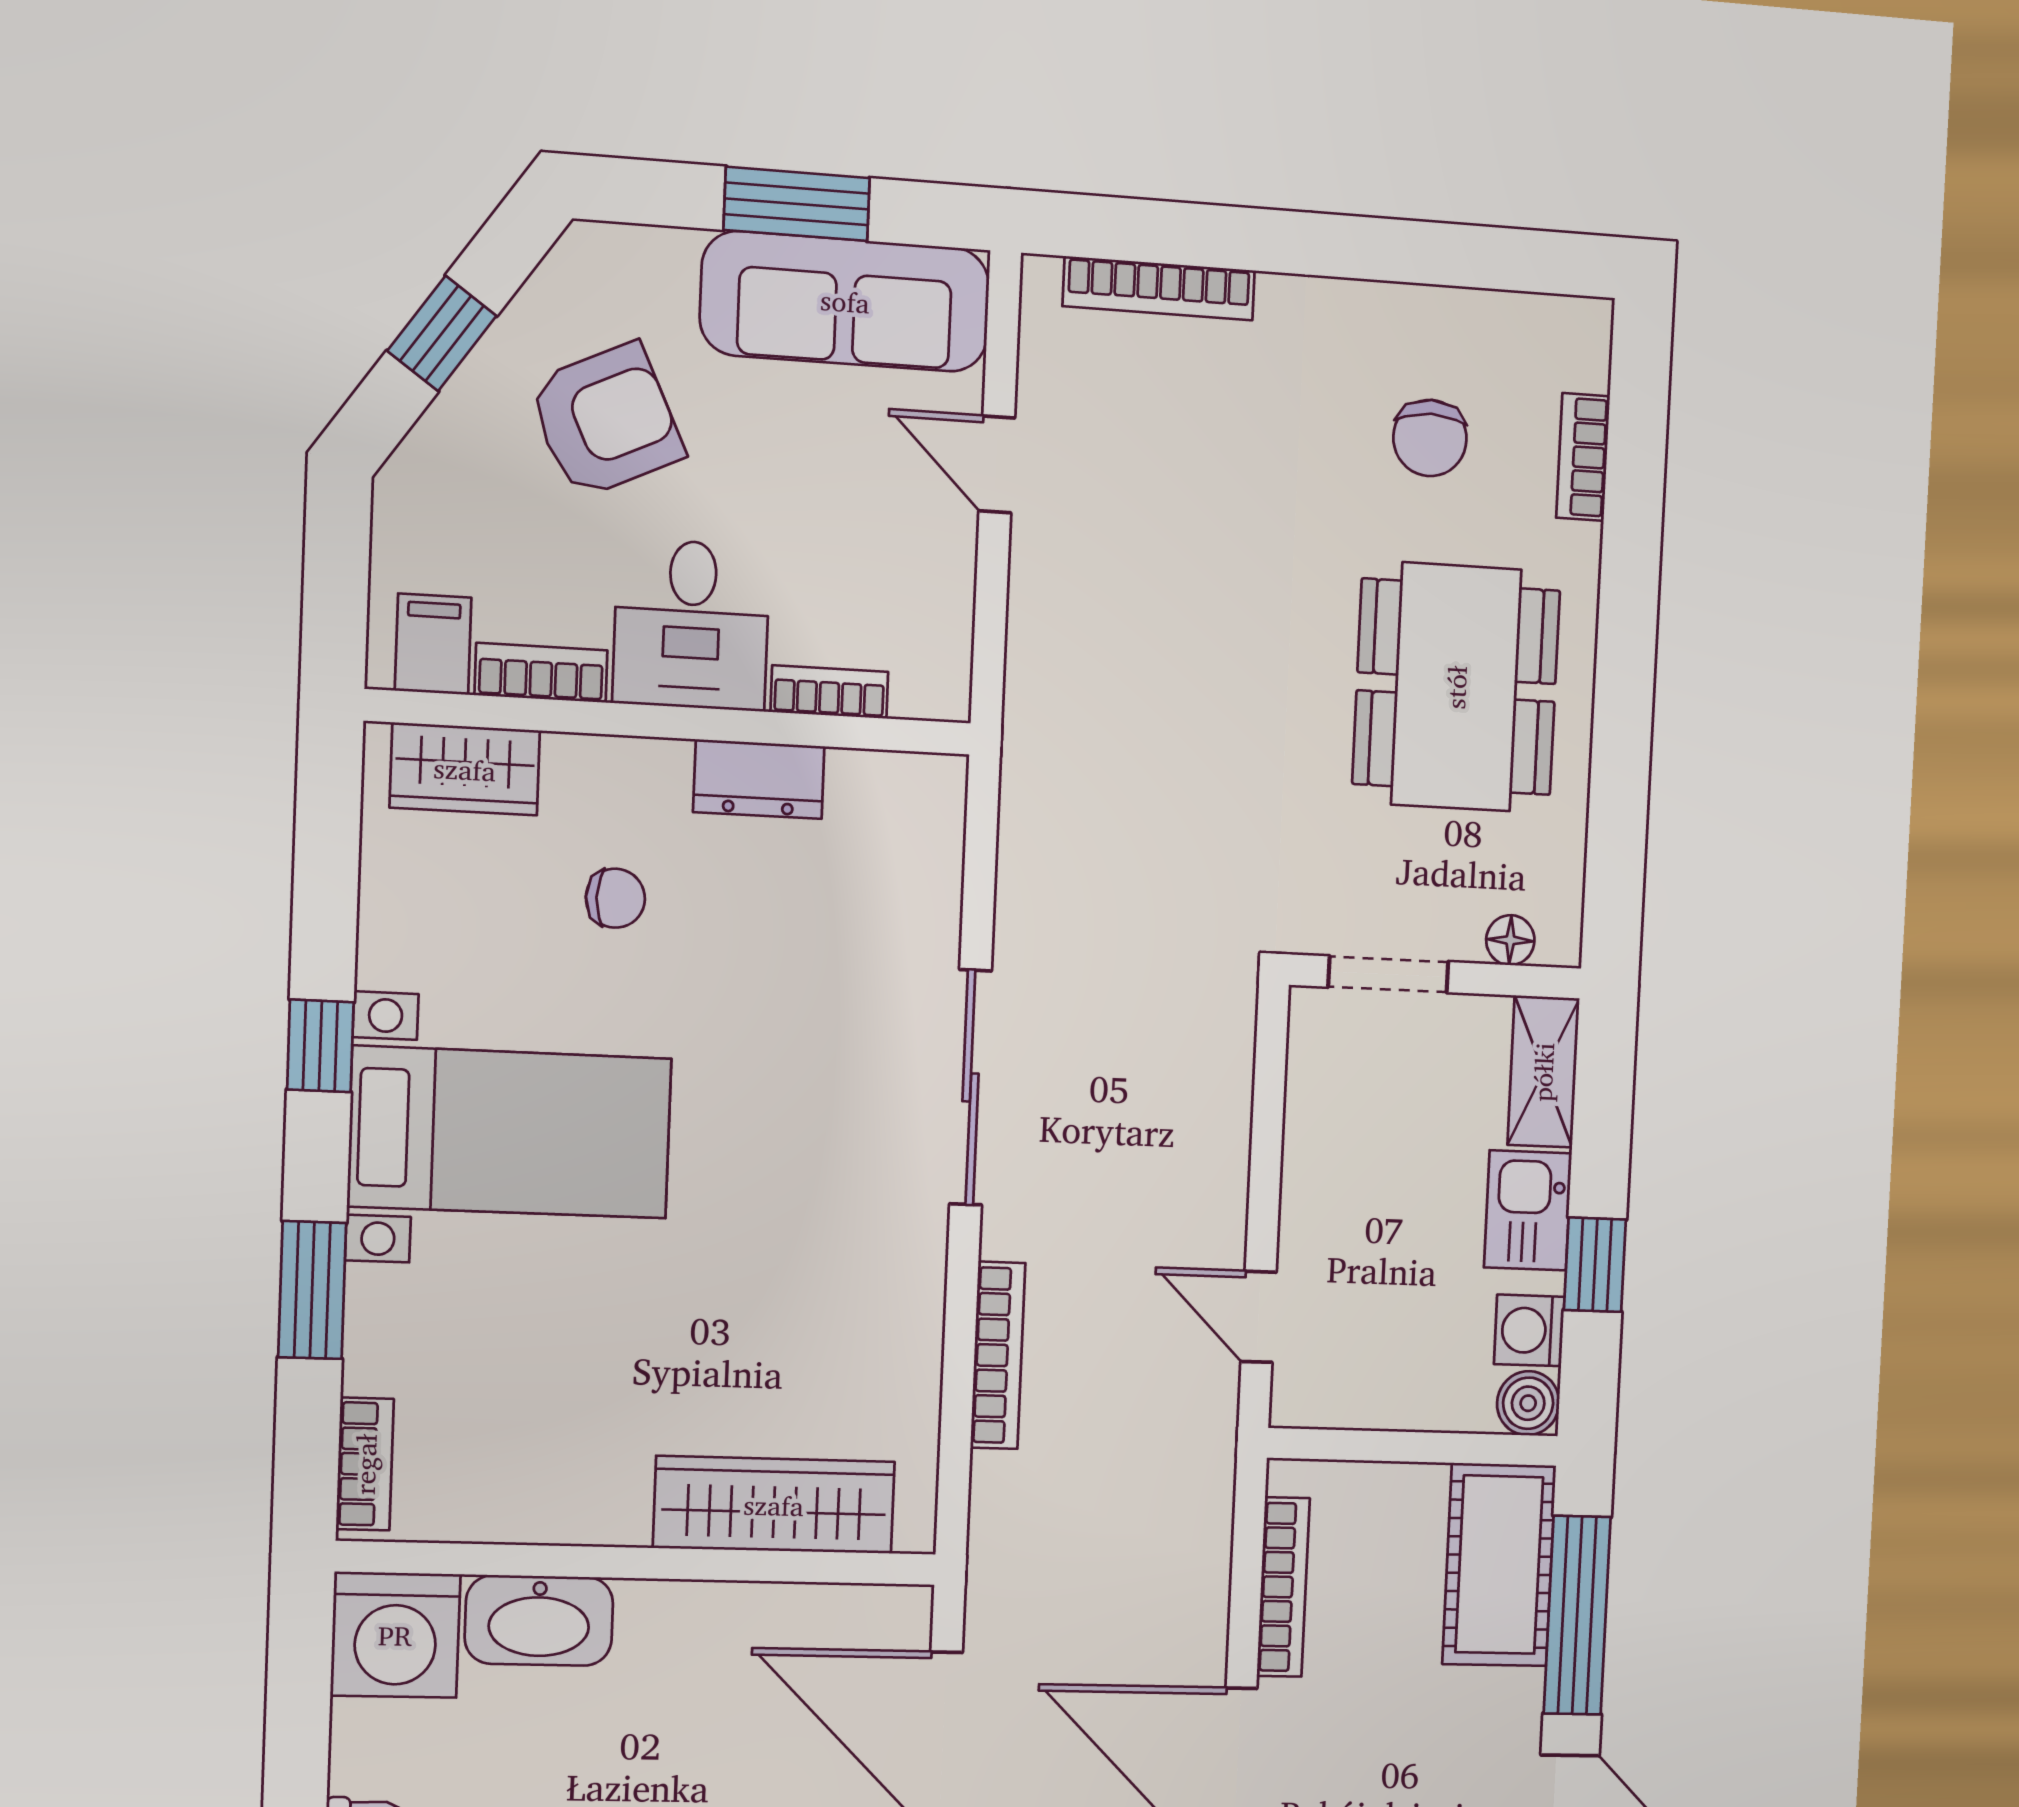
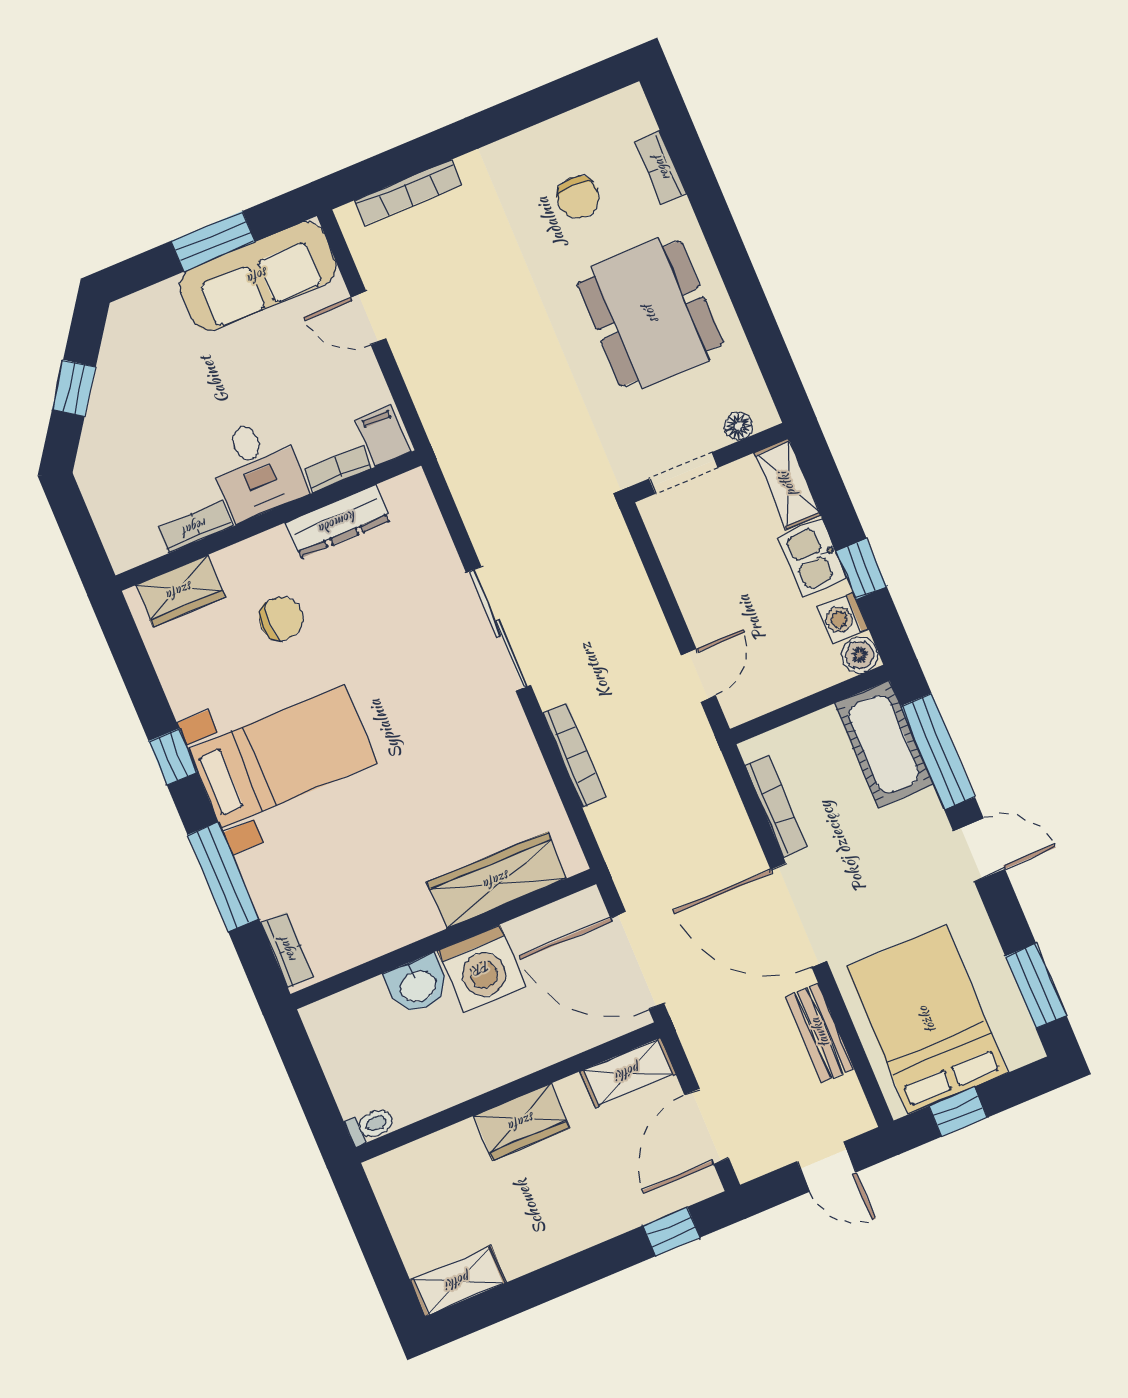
armchair: (606, 420) -> (170, 391), removed
filing cabinet: (433, 644) -> (383, 436), moved
dresser: (759, 779) -> (338, 522), width x1.44
chair: (615, 898) -> (281, 619), width x1.37, depth x1.37
window: (312, 1290) -> (223, 877), width x1.44
door: (1259, 1317) -> (698, 675), swing flipped
washbasin: (539, 1620) -> (418, 985), width x0.72
washing machine: (395, 1635) -> (481, 968), moved

